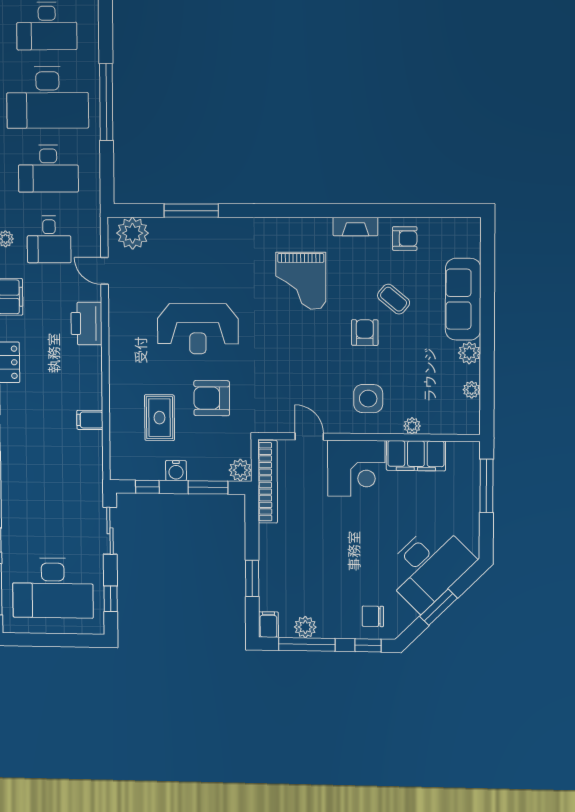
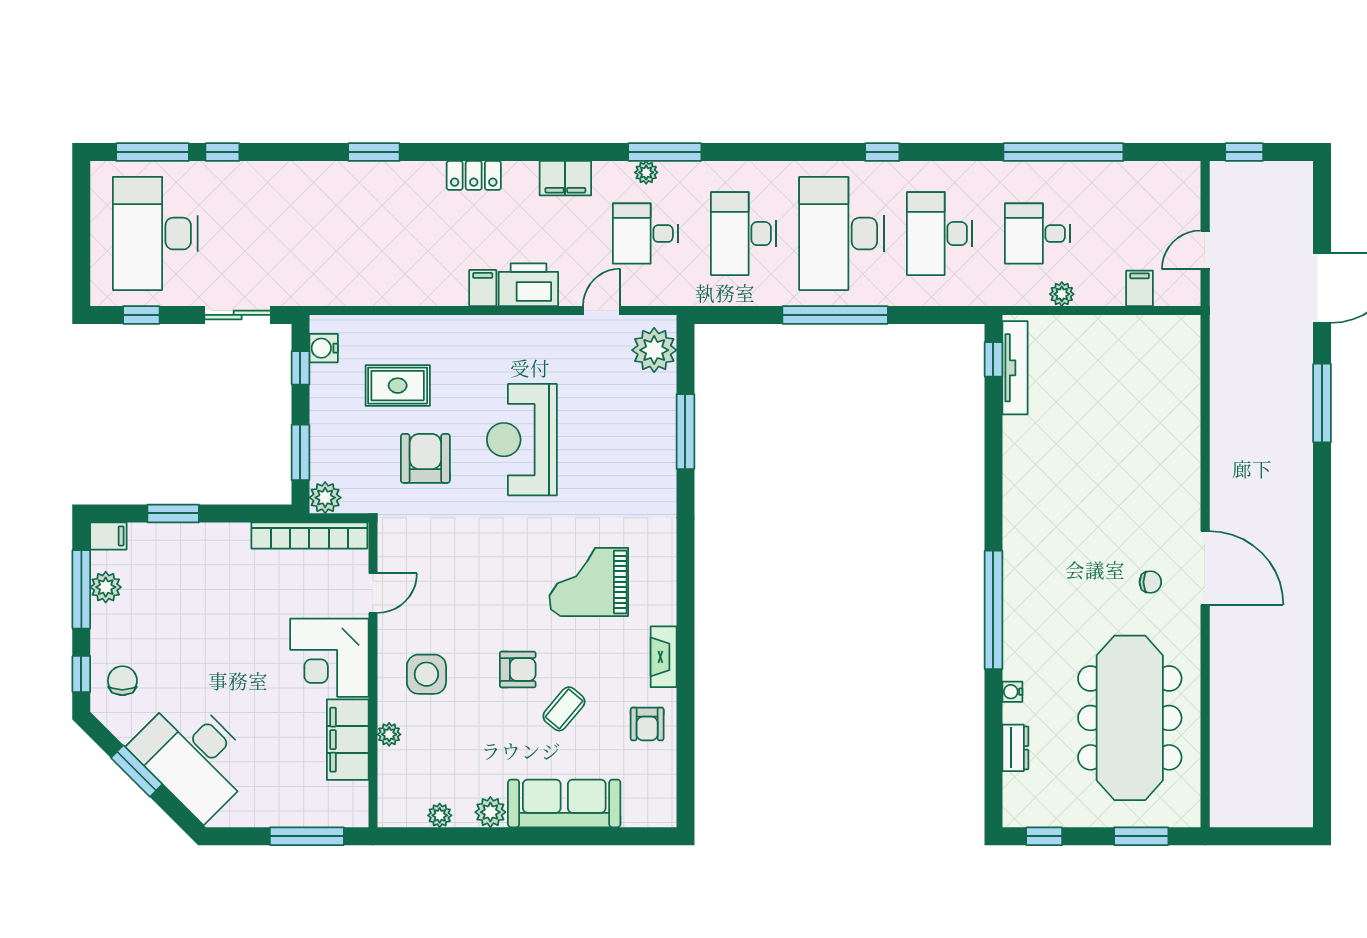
filing cabinet: (90, 420) -> (483, 288), moved
water cooler: (176, 471) -> (324, 348), moved

